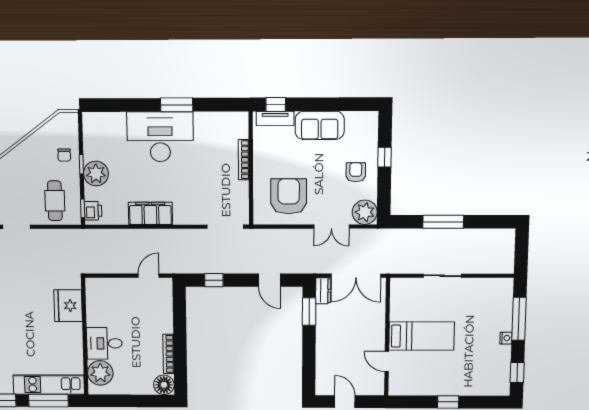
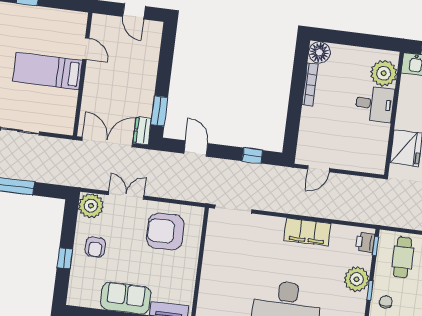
bookcase: (244, 160) -> (206, 274), removed
armchair: (289, 196) -> (165, 231), turned 90

